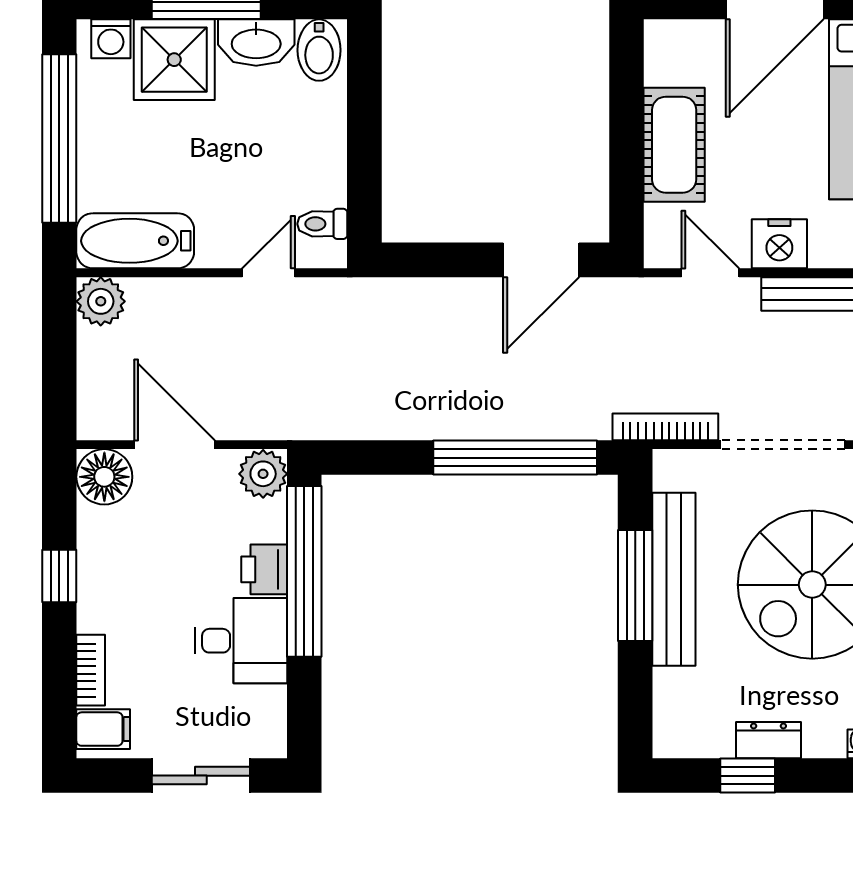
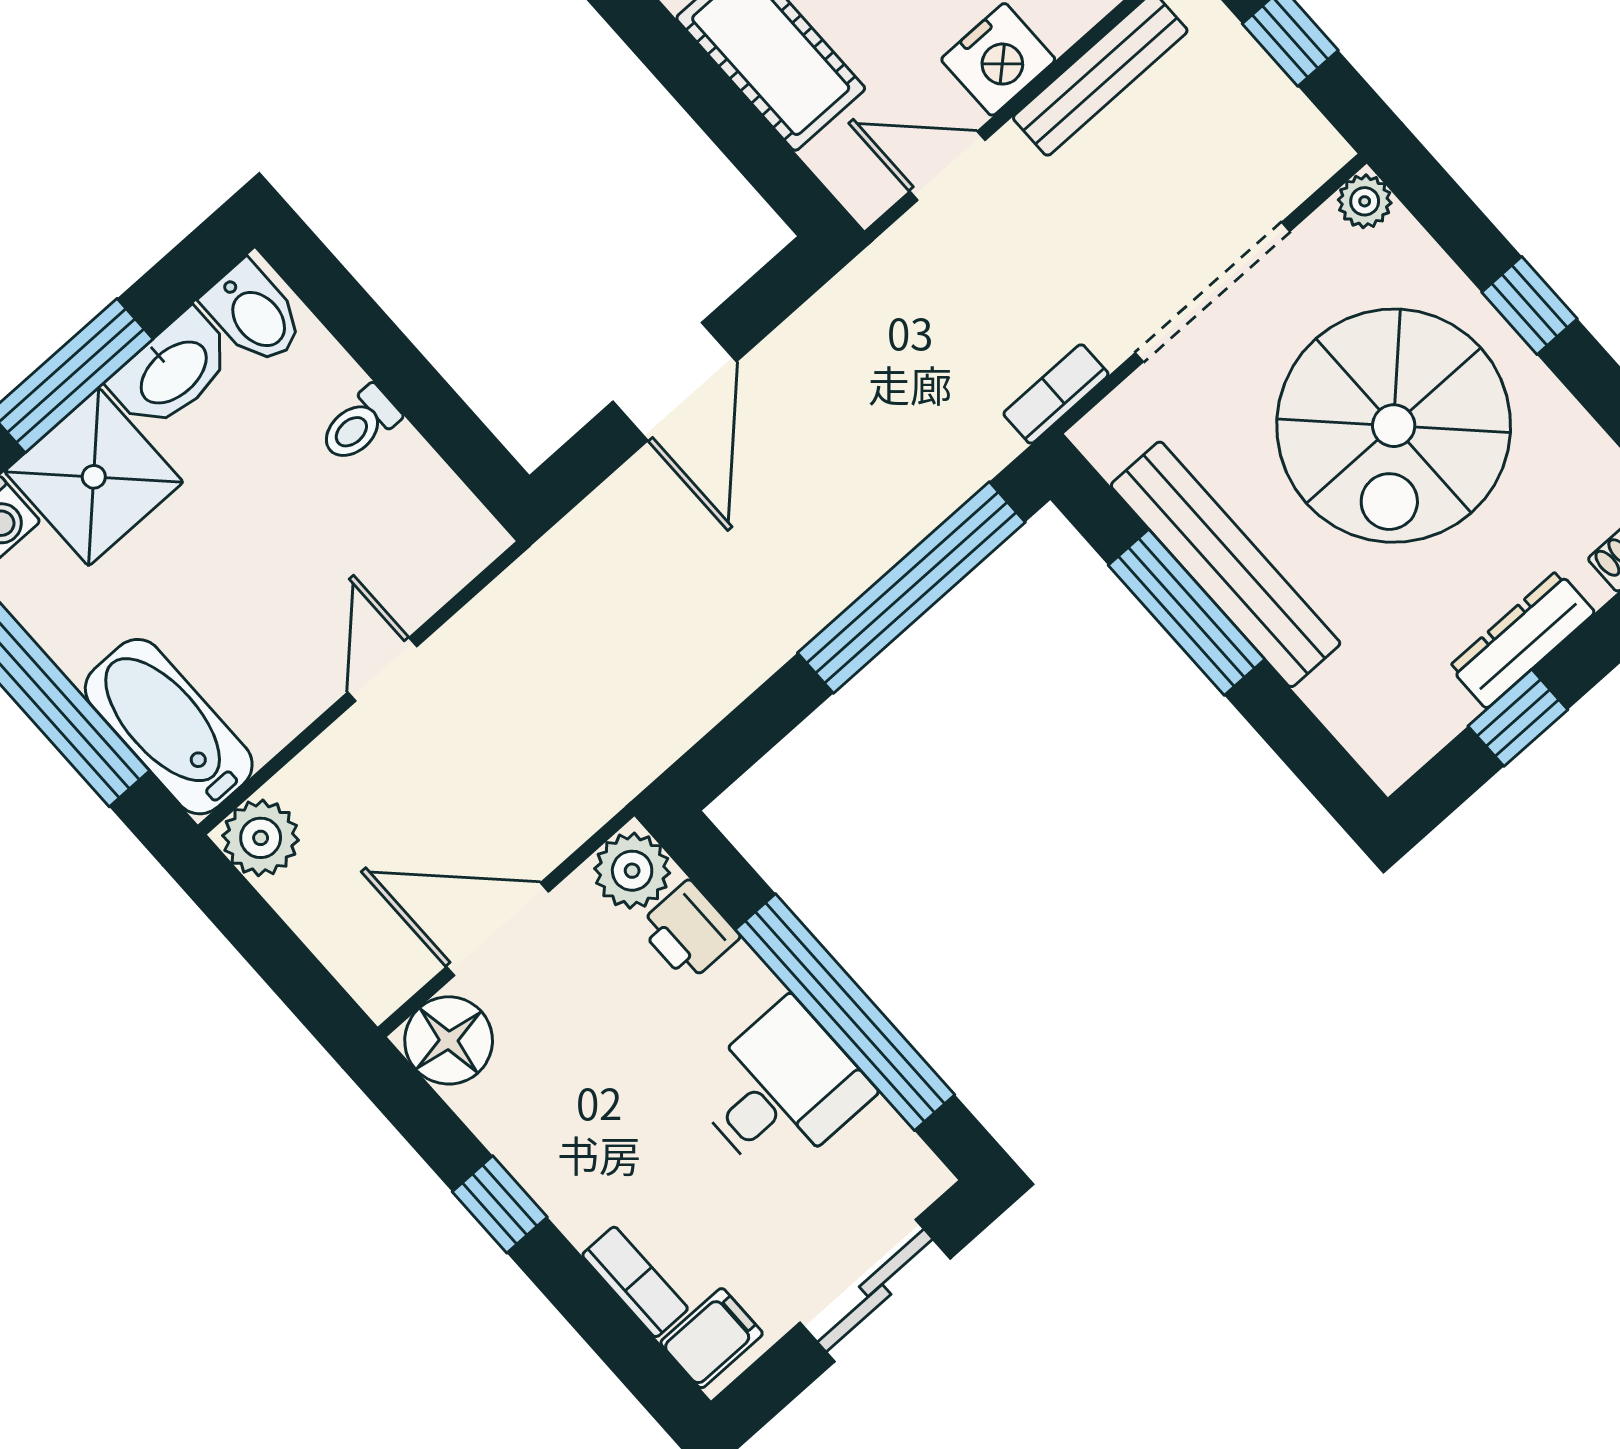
toilet: (322, 224) -> (360, 424), moved
bathtub: (135, 241) -> (169, 727), moved, turned 90
door: (541, 260) -> (675, 381), moved
door: (268, 273) -> (382, 669), moved
bookcase: (665, 427) -> (1056, 394), width x0.64
printer: (264, 569) -> (689, 931), moved
window: (304, 571) -> (845, 1012), moved
dresser: (769, 740) -> (1522, 640), width x1.44

